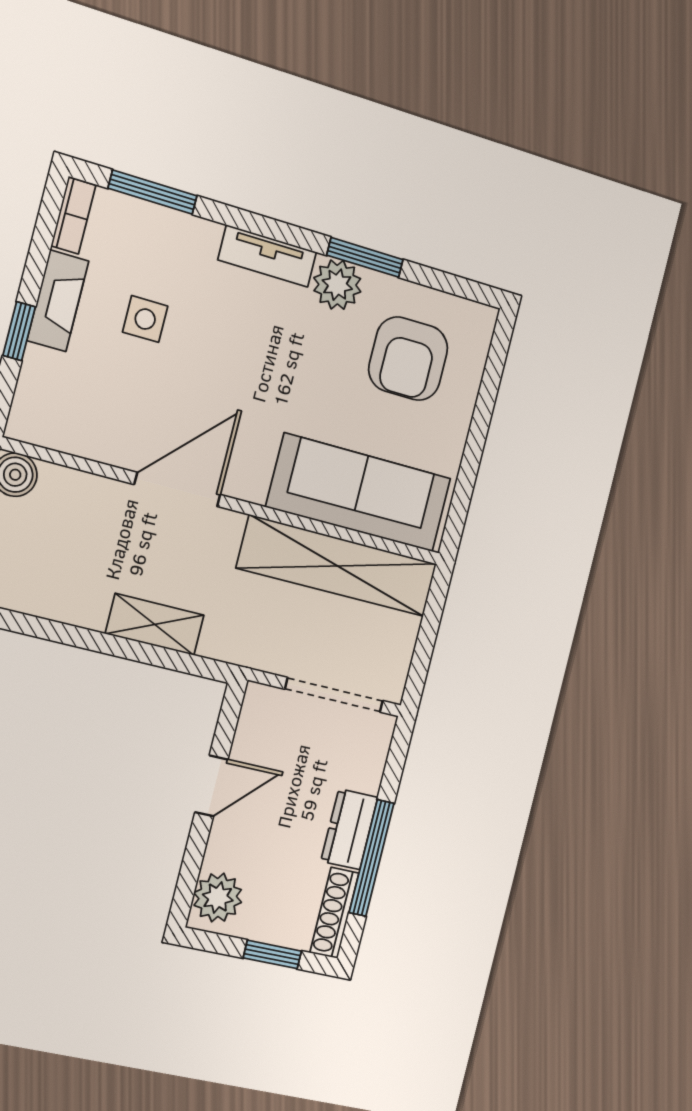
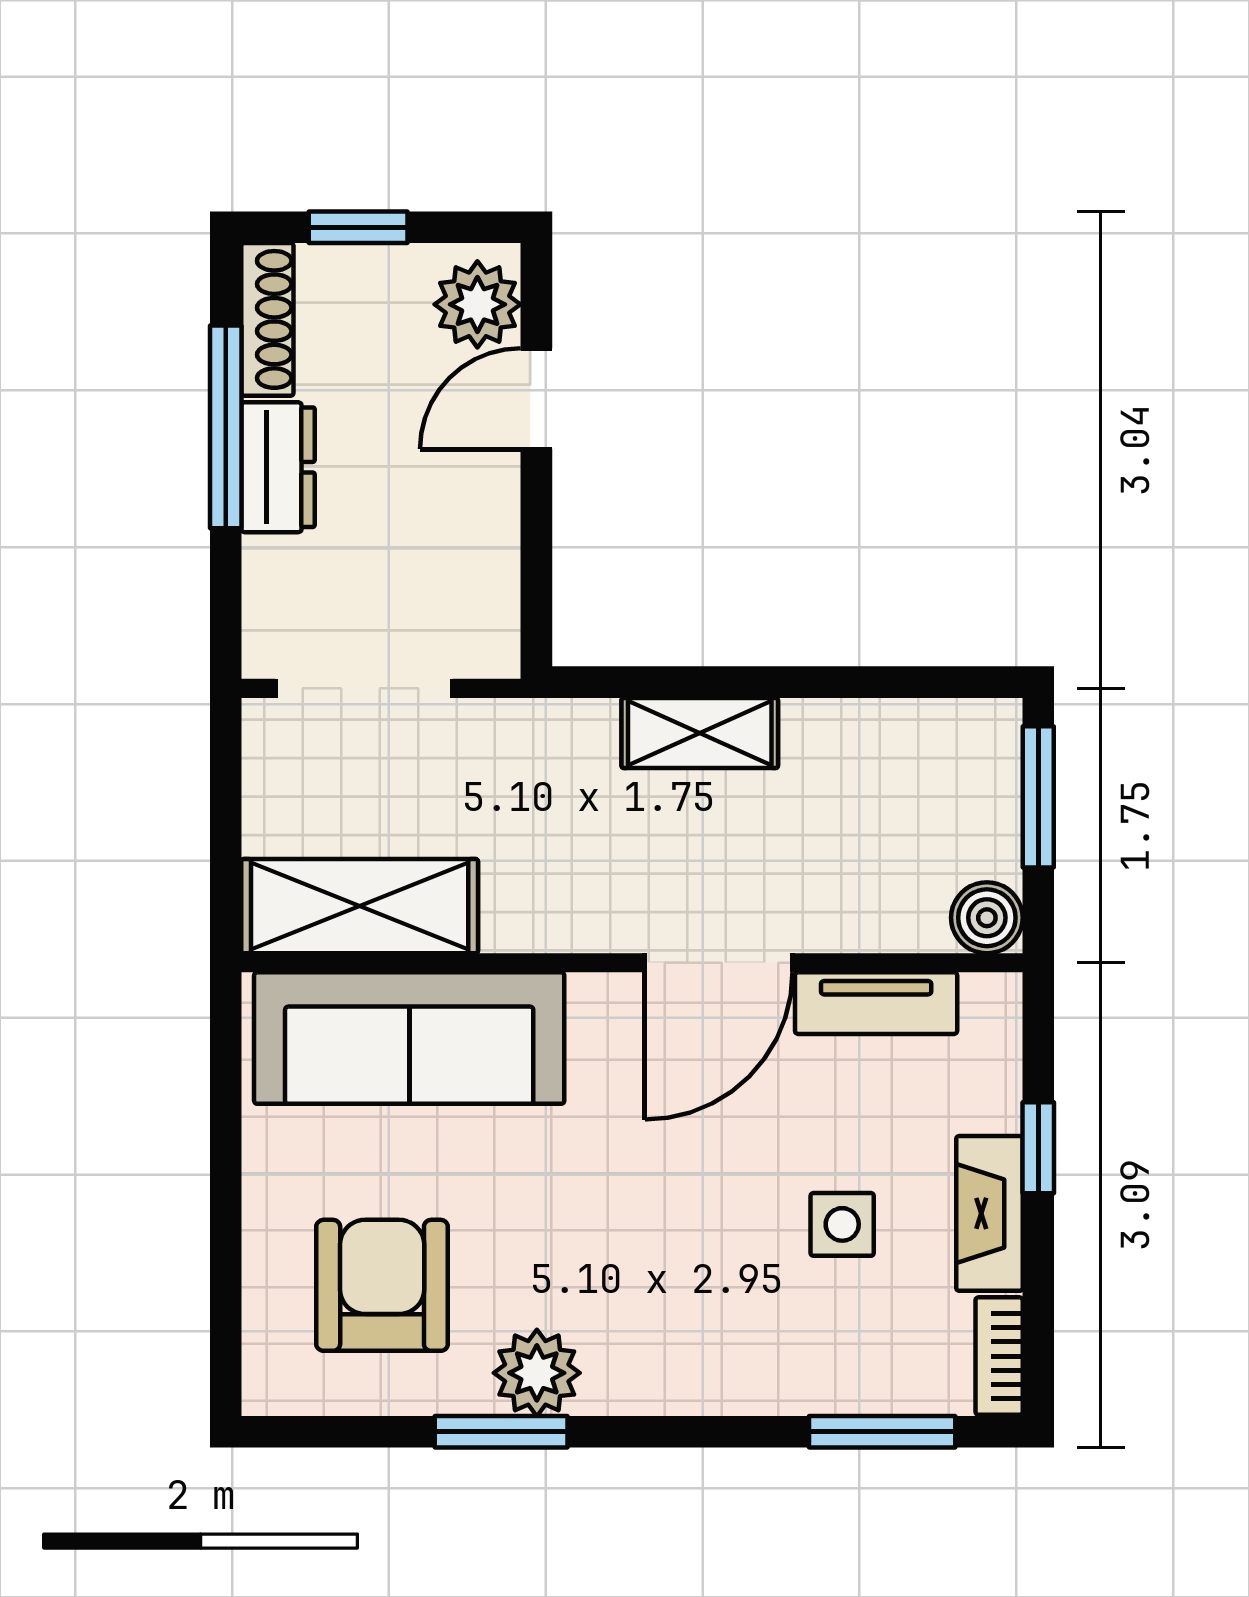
tv unit: (267, 256) -> (876, 1003), moved, turned 180
shelving: (337, 566) -> (360, 906), width x0.68
door: (211, 786) -> (536, 399), moved

